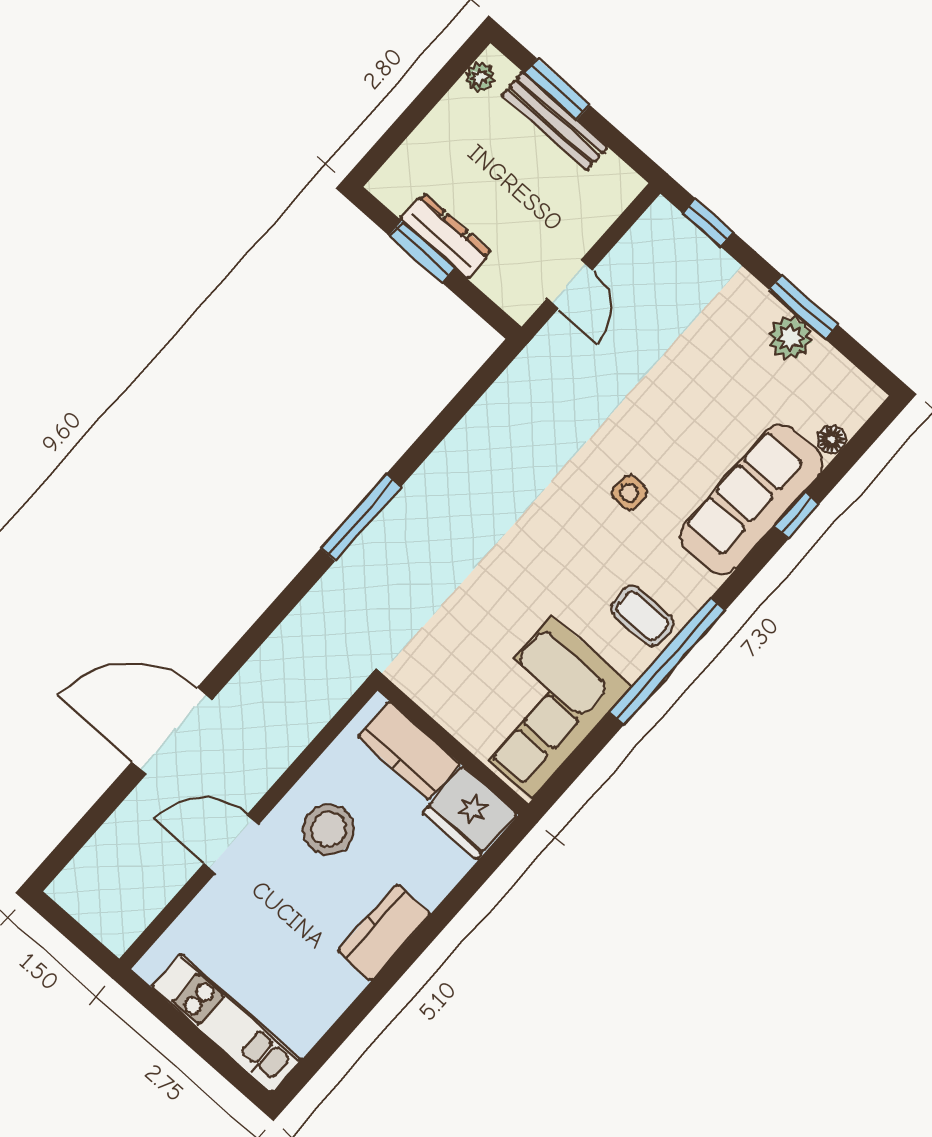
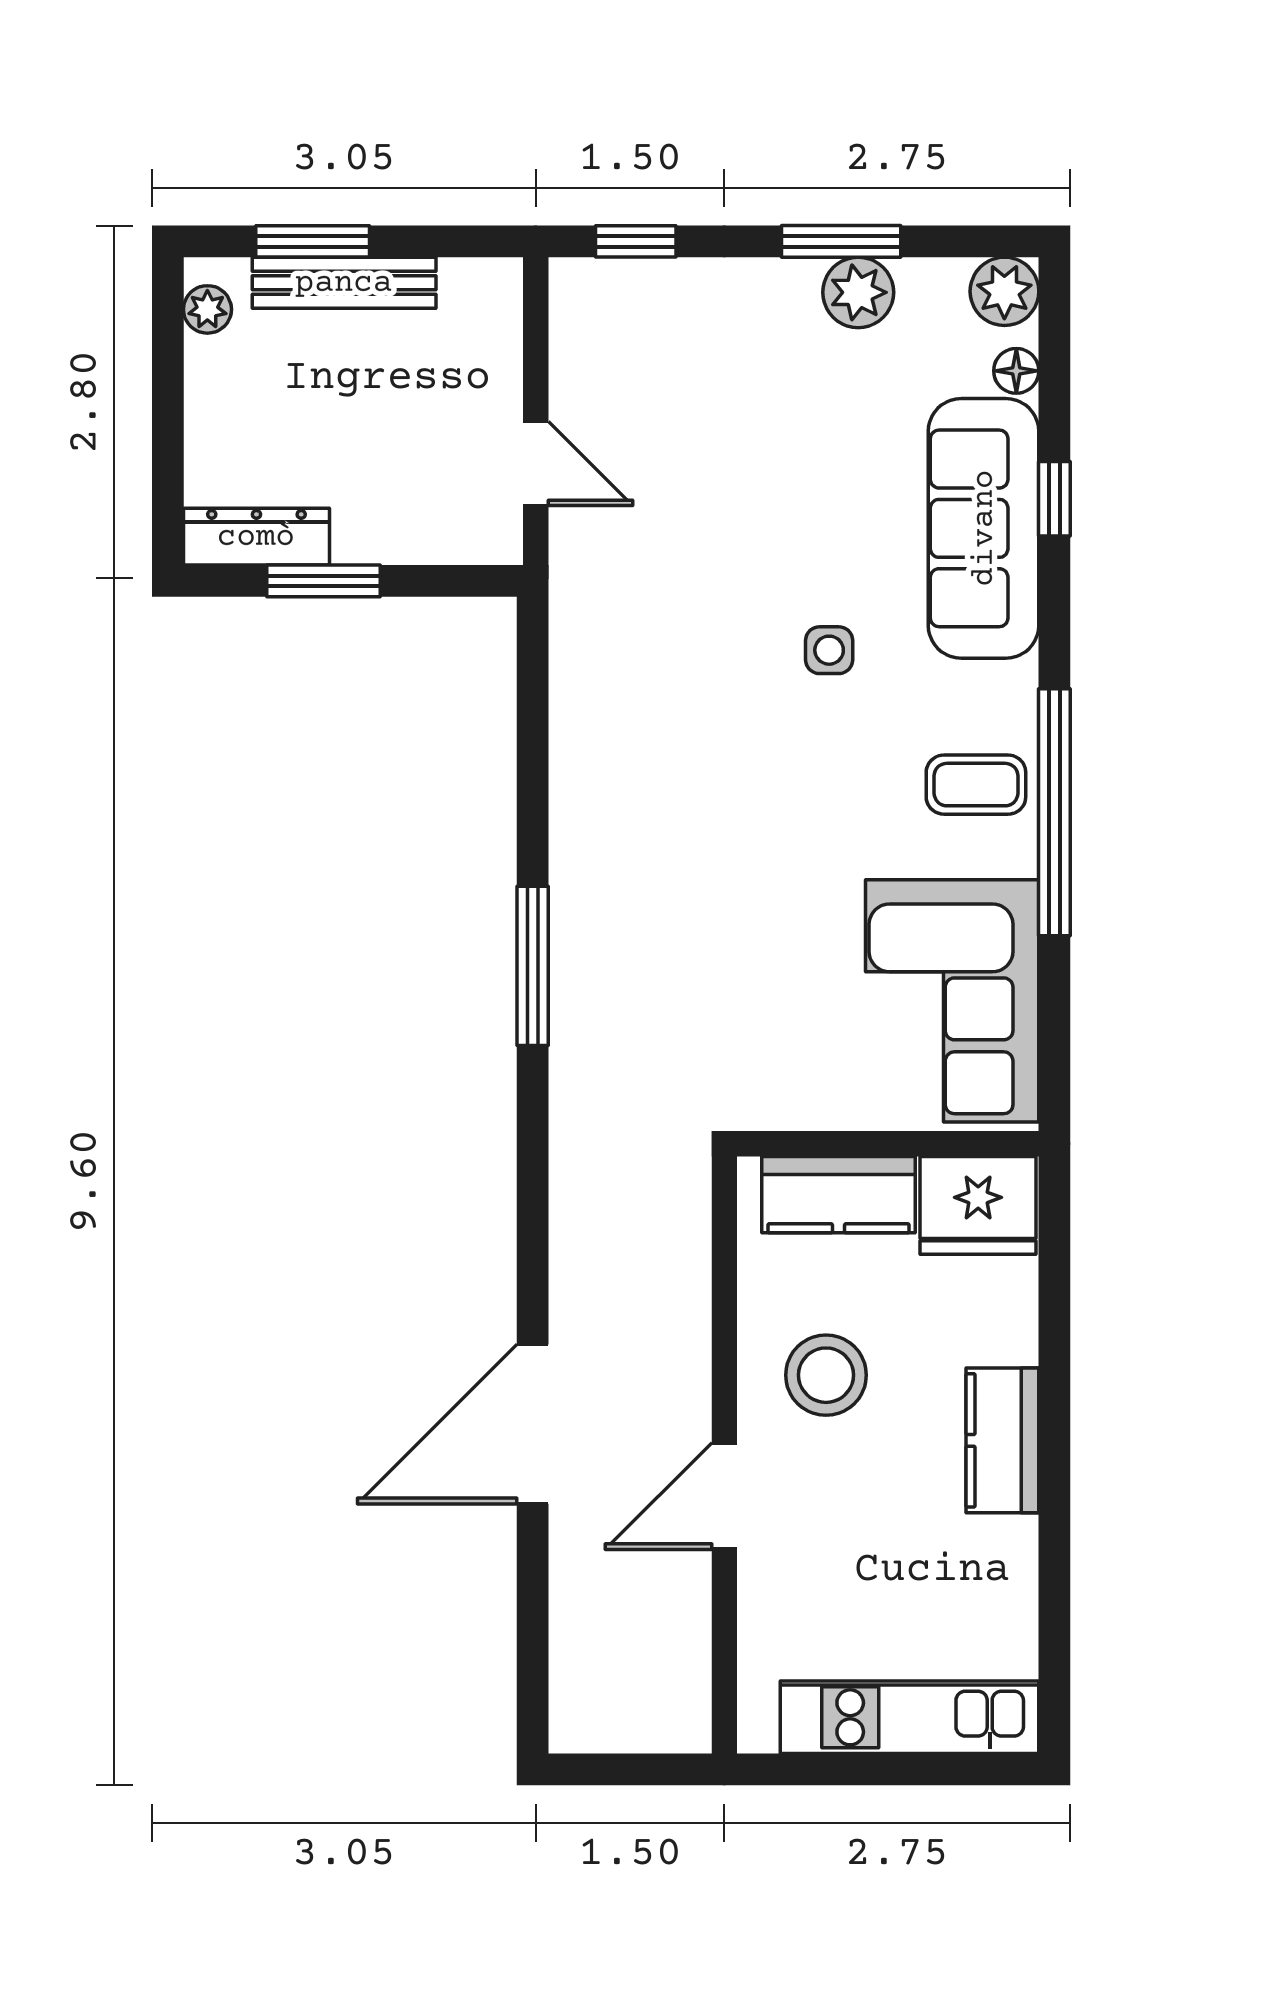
dresser: (446, 236) -> (256, 537), moved
plant: (859, 398) -> (1004, 291), added

